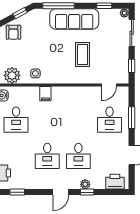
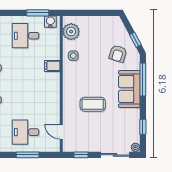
sofa: (74, 19) -> (129, 89), width x0.73
armchair: (13, 32) -> (118, 54), moved, turned -73

